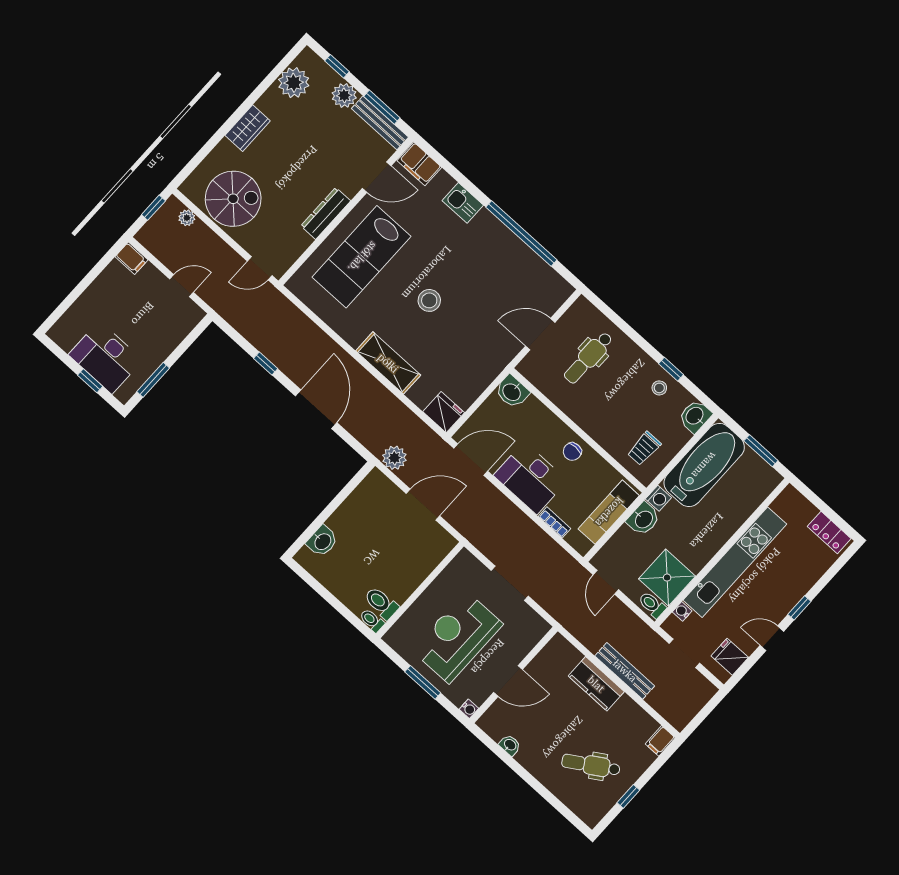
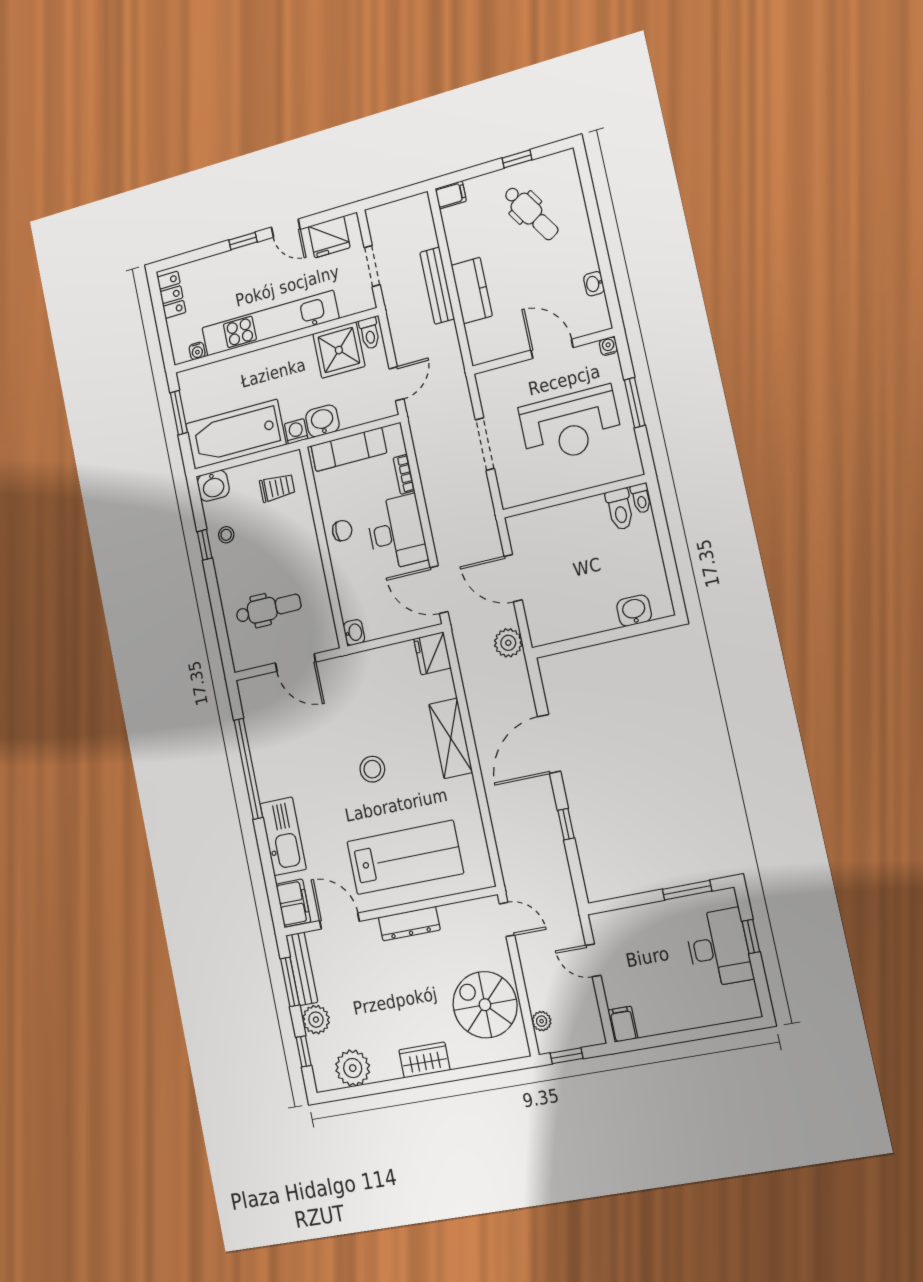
kitchen sink: (463, 203) -> (283, 836), width x1.88, depth x1.24
washbasin: (512, 392) -> (354, 632), width x0.72, depth x0.69
water cooler: (682, 611) -> (197, 351), moved
fridge: (730, 657) -> (329, 237), width x1.38

